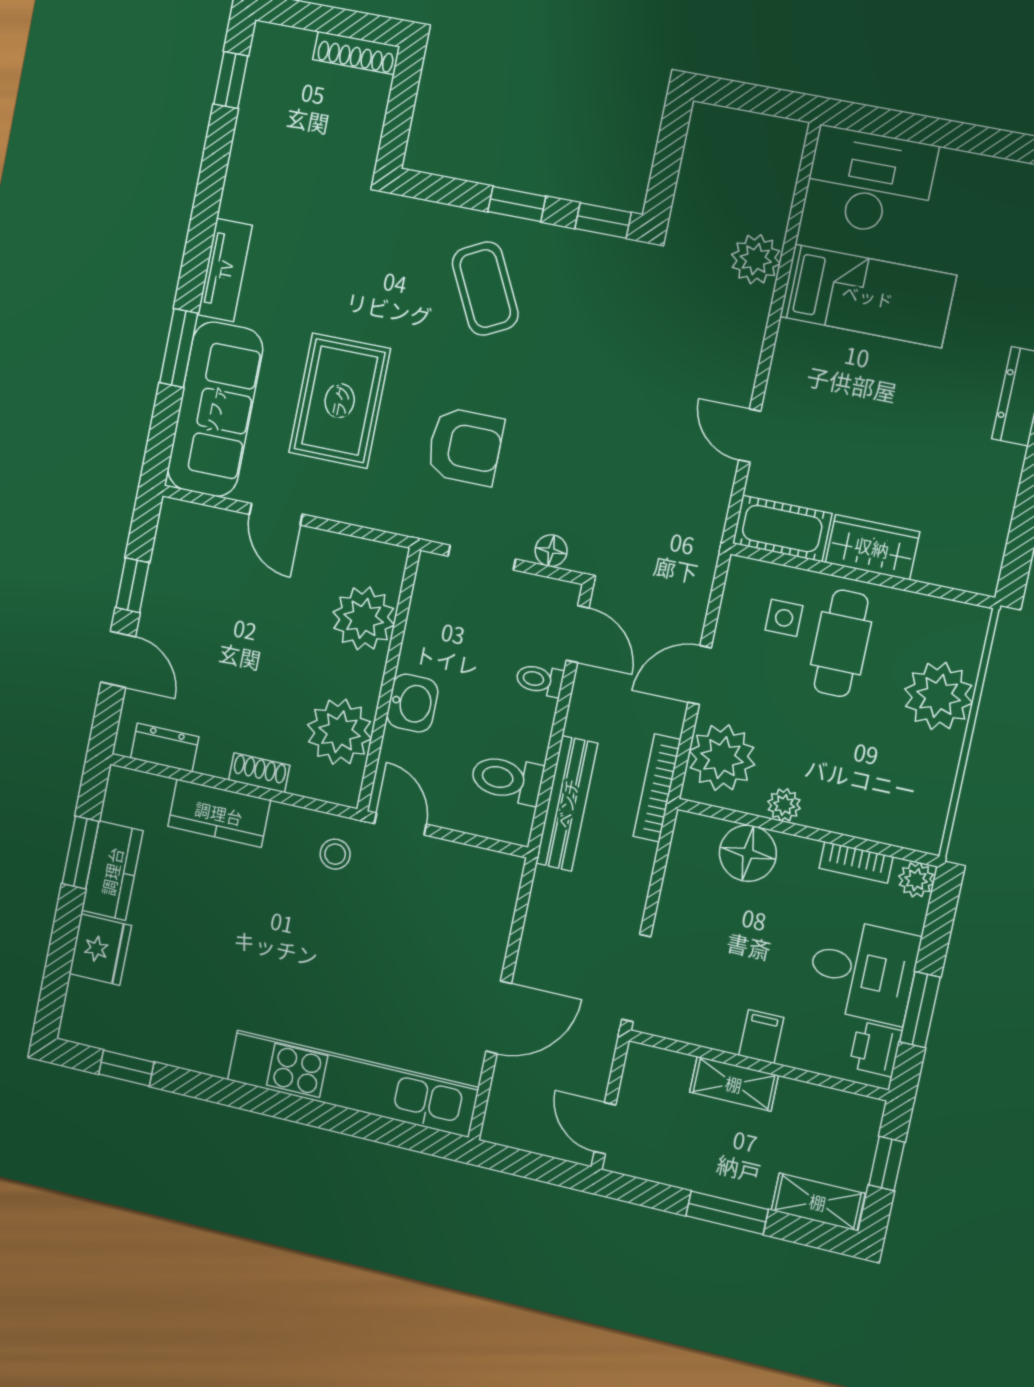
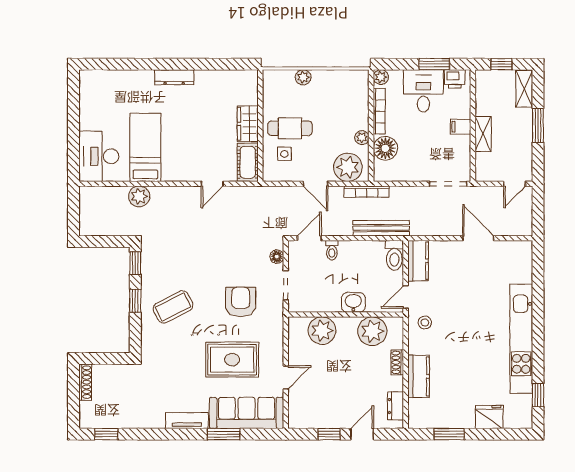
plant: (939, 696) -> (303, 77), width x0.53, depth x0.53
toilet: (507, 779) -> (394, 255), moved
bookcase: (856, 862) -> (379, 111), width x1.56
kitchen counter: (112, 871) -> (418, 261), moved, turned 90
kitchen unit: (353, 1084) -> (521, 339), moved

